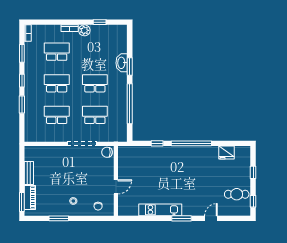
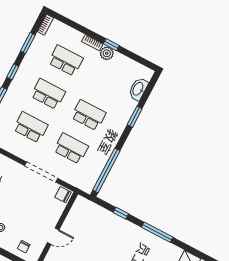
window: (100, 22) -> (111, 45), moved
washbasin: (122, 63) -> (138, 89), moved
window: (130, 104) -> (106, 170), moved
window: (191, 143) -> (157, 232), width x0.68

